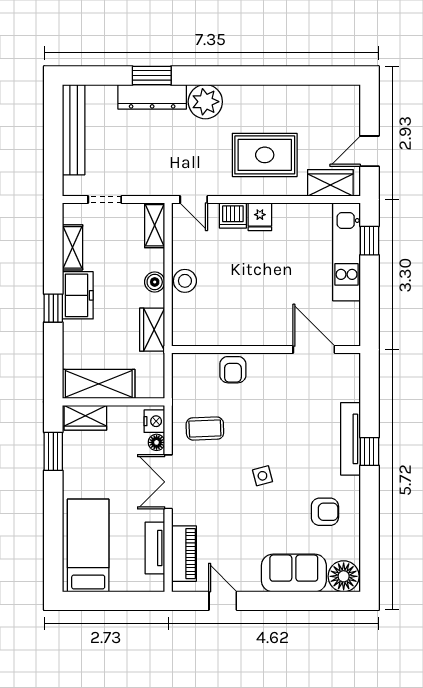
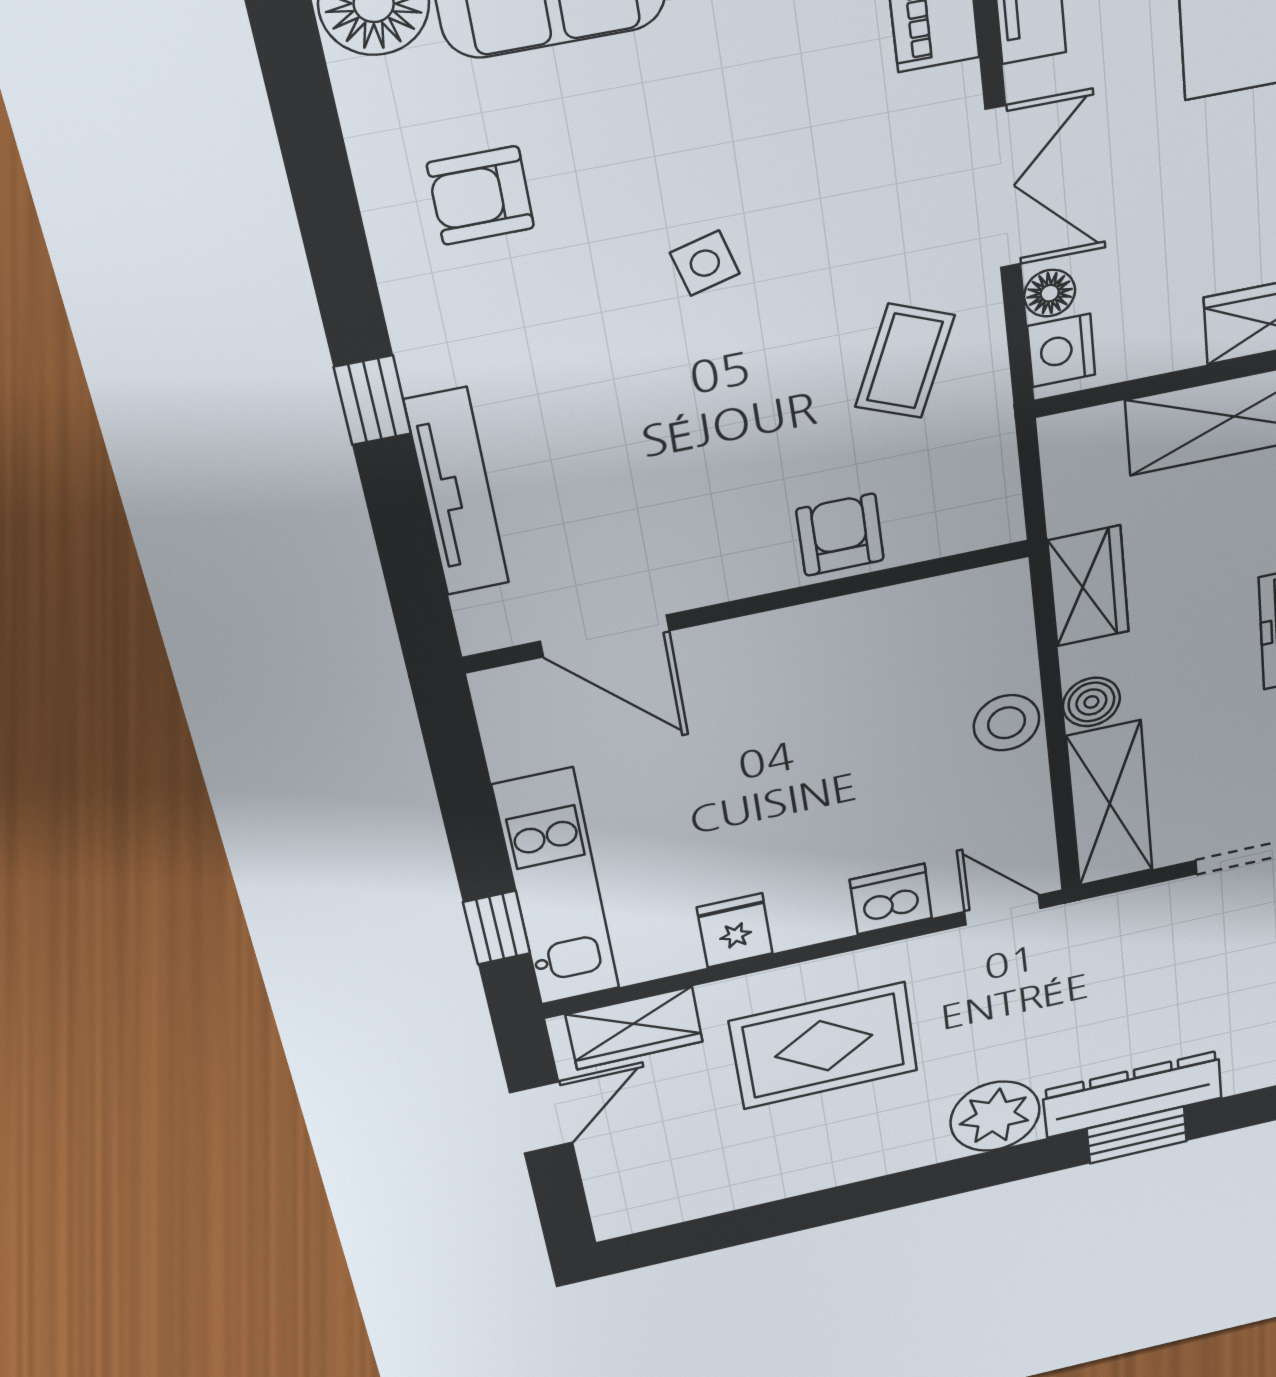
fridge: (260, 217) -> (735, 930), moved
shelving: (155, 225) -> (1110, 804), width x1.50, depth x1.33
coffee table: (205, 429) -> (905, 361), turned -65
tv unit: (350, 439) -> (457, 493), moved

